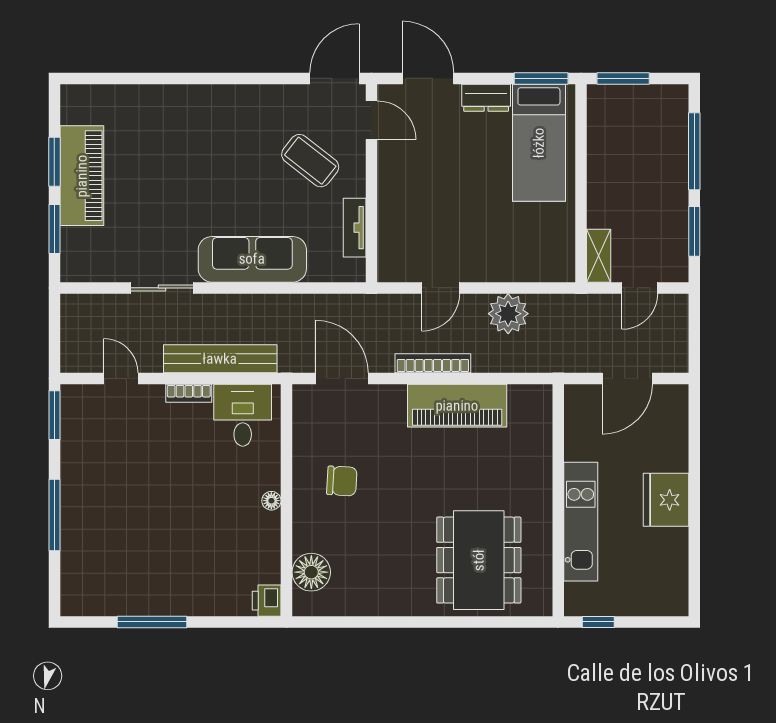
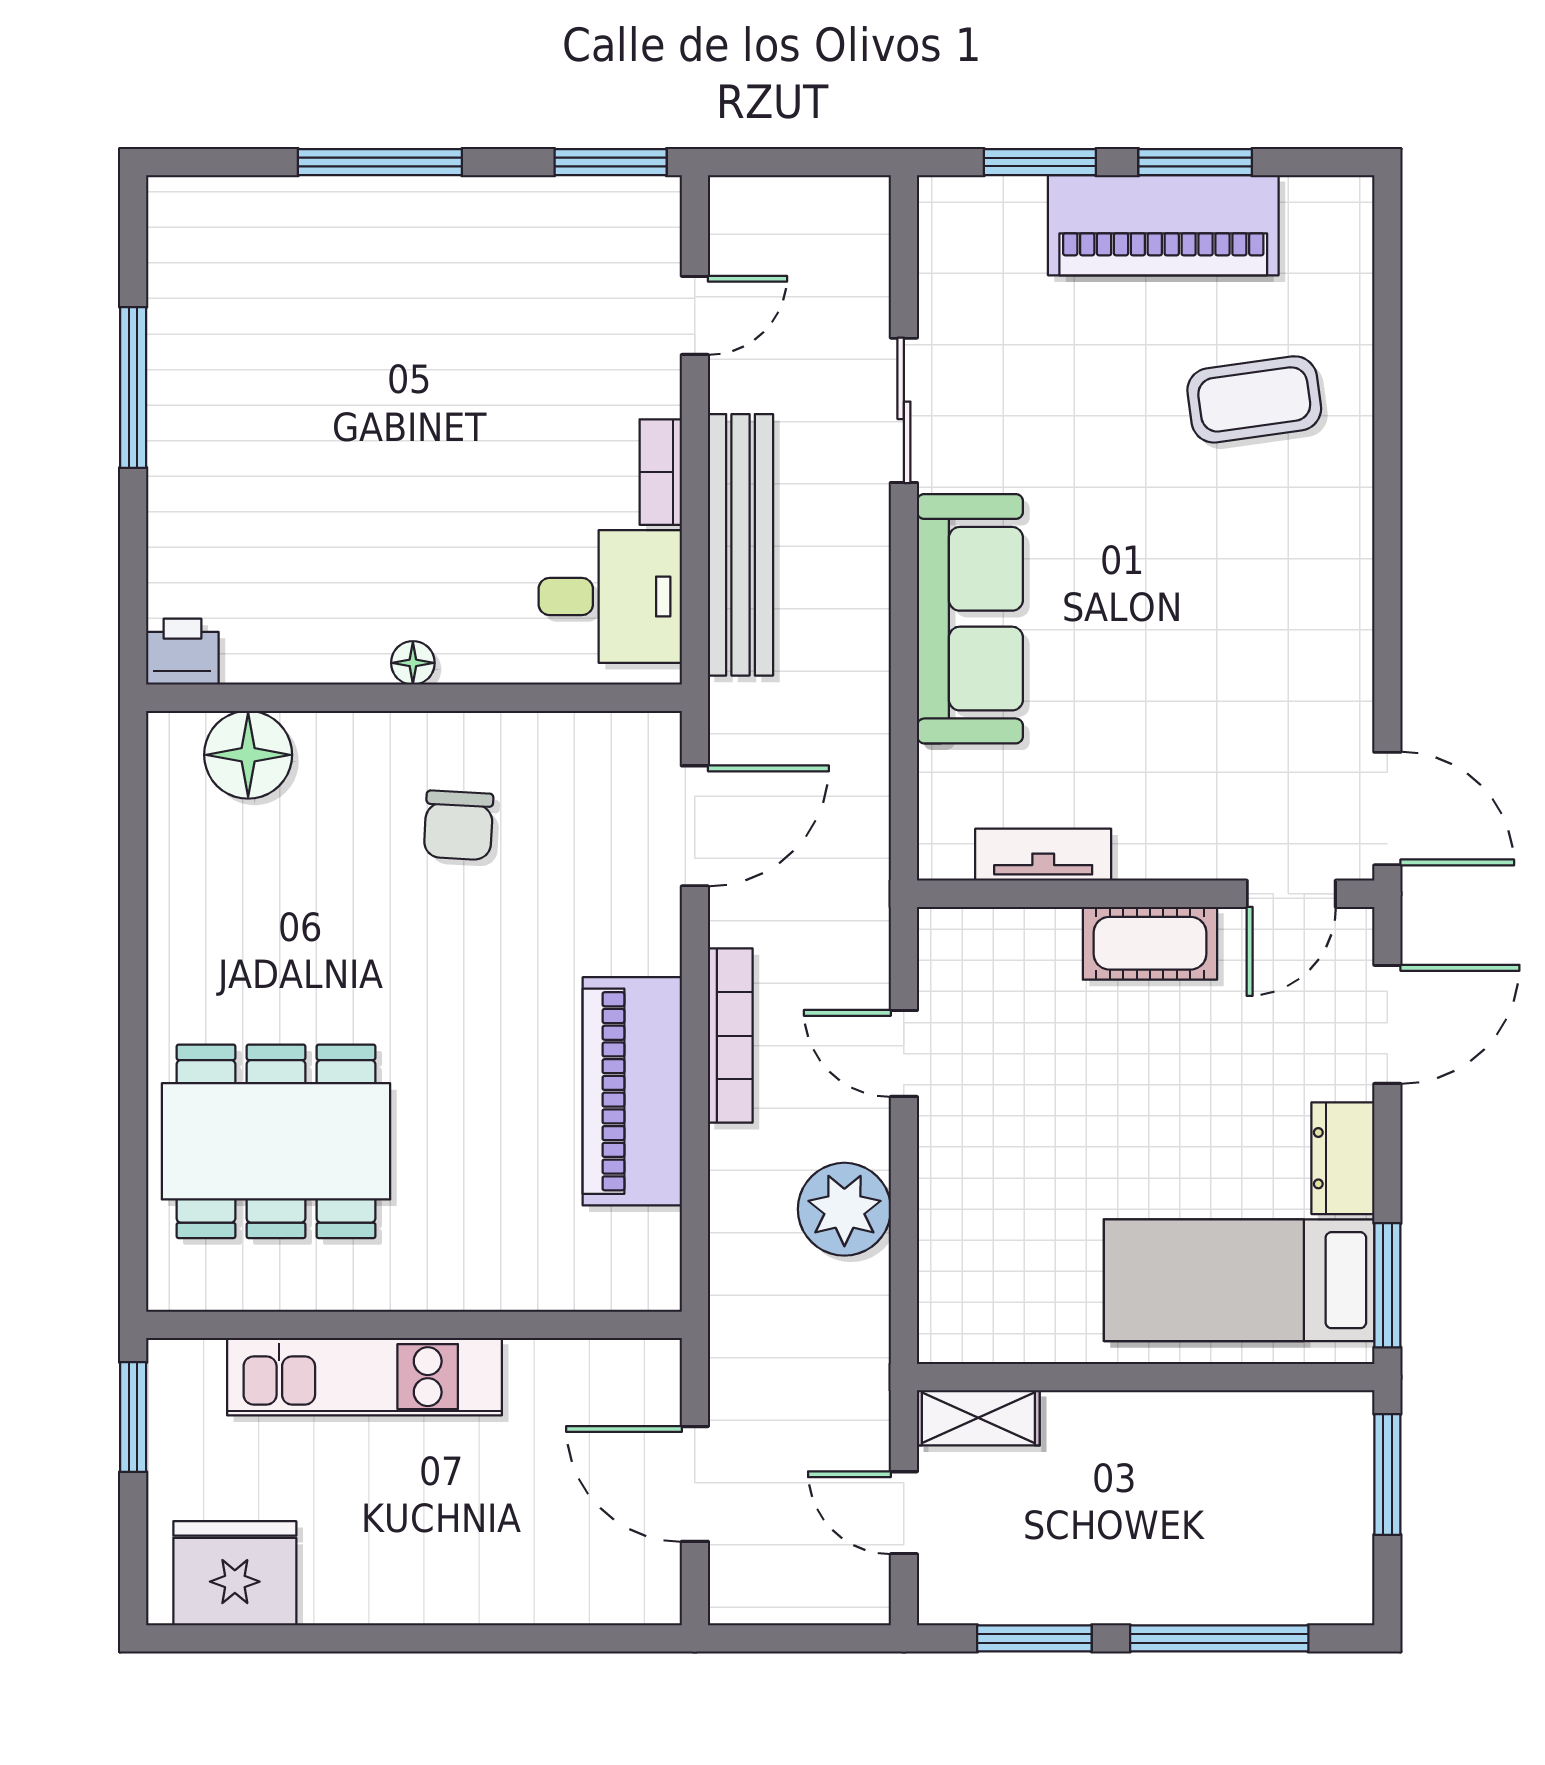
coffee table: (310, 161) -> (1254, 399), moved, turned 44
cot: (393, 181) -> (1150, 943), added
fridge: (666, 500) -> (235, 1573), moved
window: (598, 622) -> (133, 1417), width x1.50

